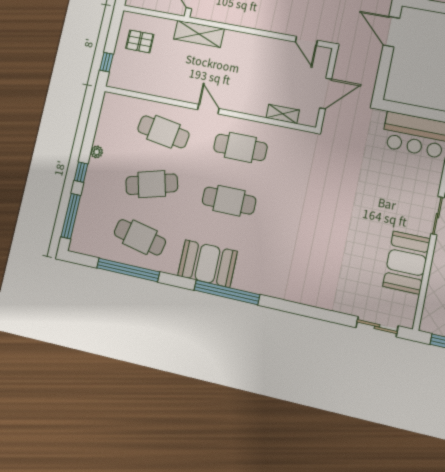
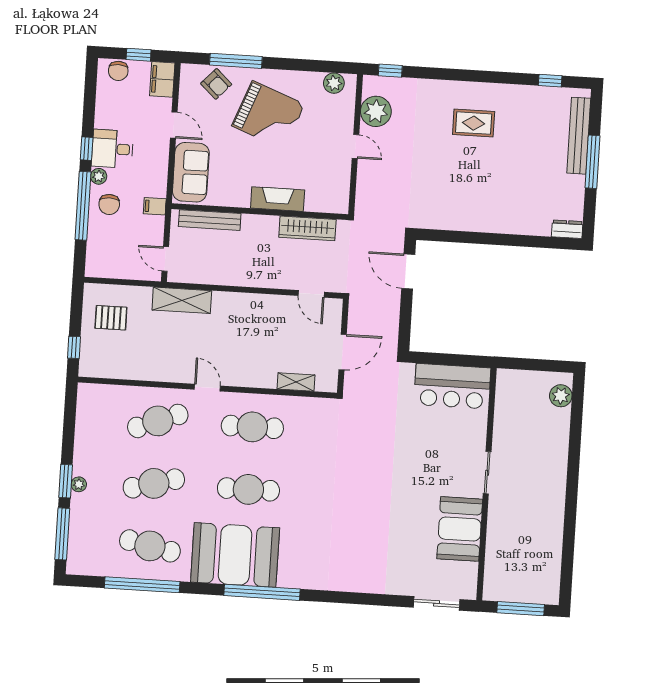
cafe table: (163, 132) -> (158, 421), turned -30
plant: (97, 152) -> (79, 484), moved
window: (81, 172) -> (66, 481), width x1.50
booth: (207, 264) -> (235, 555), width x1.36, depth x1.42

